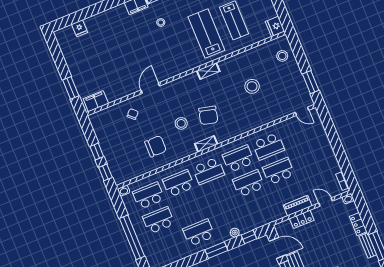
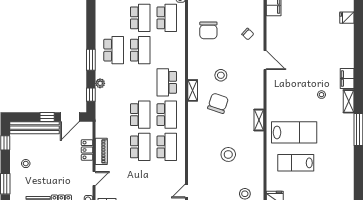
chair: (208, 115) -> (218, 103), turned 94
chair: (156, 146) -> (208, 30), moved
school desk: (268, 146) -> (167, 147), turned 180
school desk: (178, 183) -> (140, 50), moved

